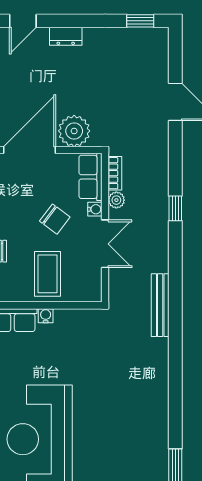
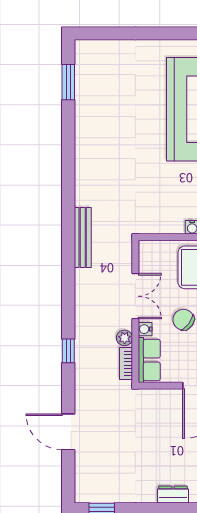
plant: (74, 131) -> (165, 404), removed
window: (175, 208) -> (68, 351), moved
double door: (105, 244) -> (135, 296), swing flipped

